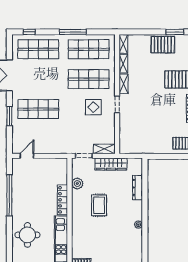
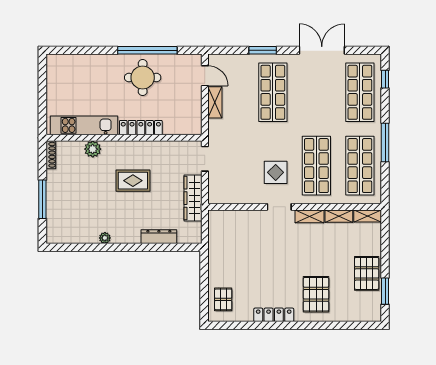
shelving: (104, 149) -> (215, 102), moved
plant: (77, 184) -> (93, 149), moved
round table: (27, 235) -> (143, 78), moved

